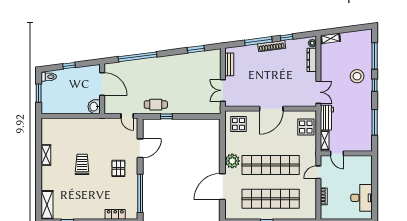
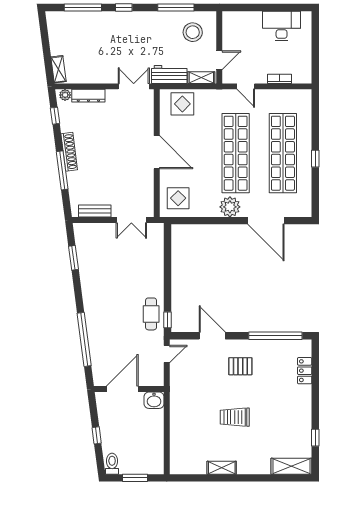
window: (287, 37) -> (55, 116), moved
stool: (357, 76) -> (193, 32), moved
window: (166, 116) -> (167, 320), moved

